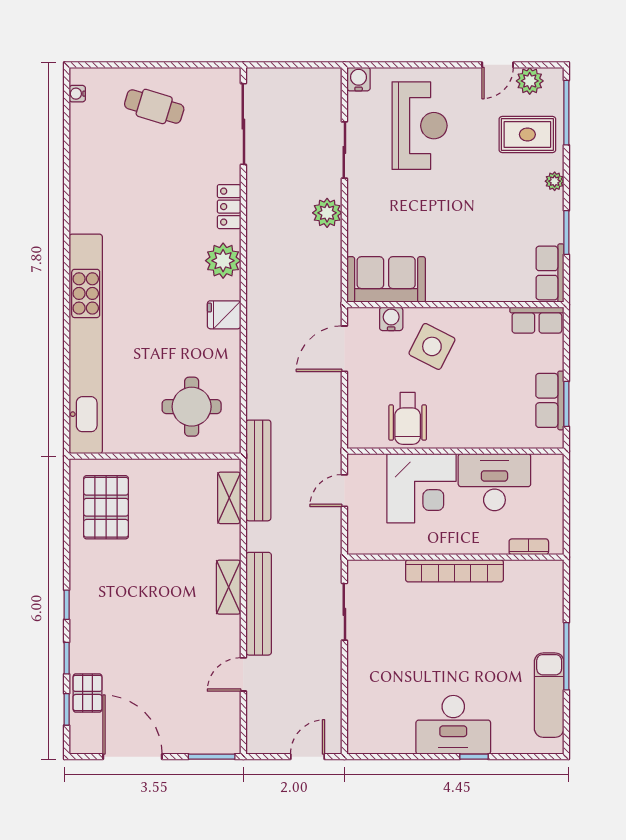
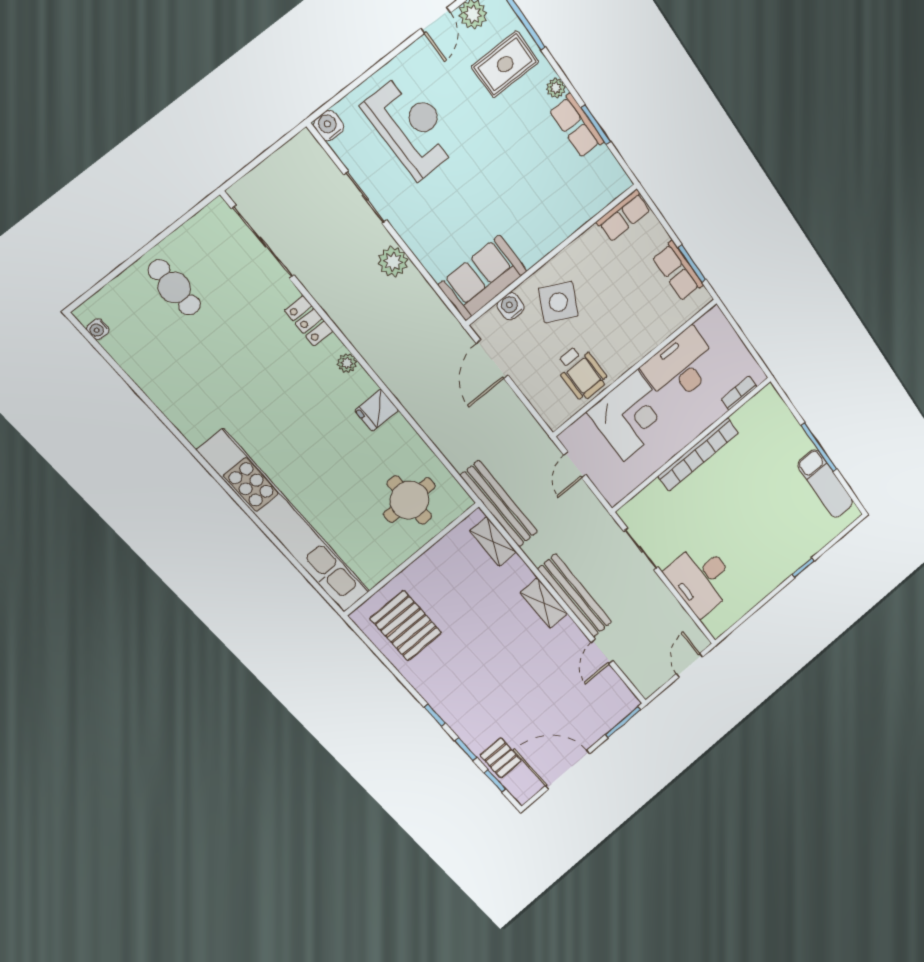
cafe table: (154, 106) -> (174, 287), turned 73
plant: (223, 261) -> (347, 363), width x0.53, depth x0.53
row of seats: (550, 273) -> (577, 126), moved
desk: (453, 725) -> (701, 579), moved, turned 90

